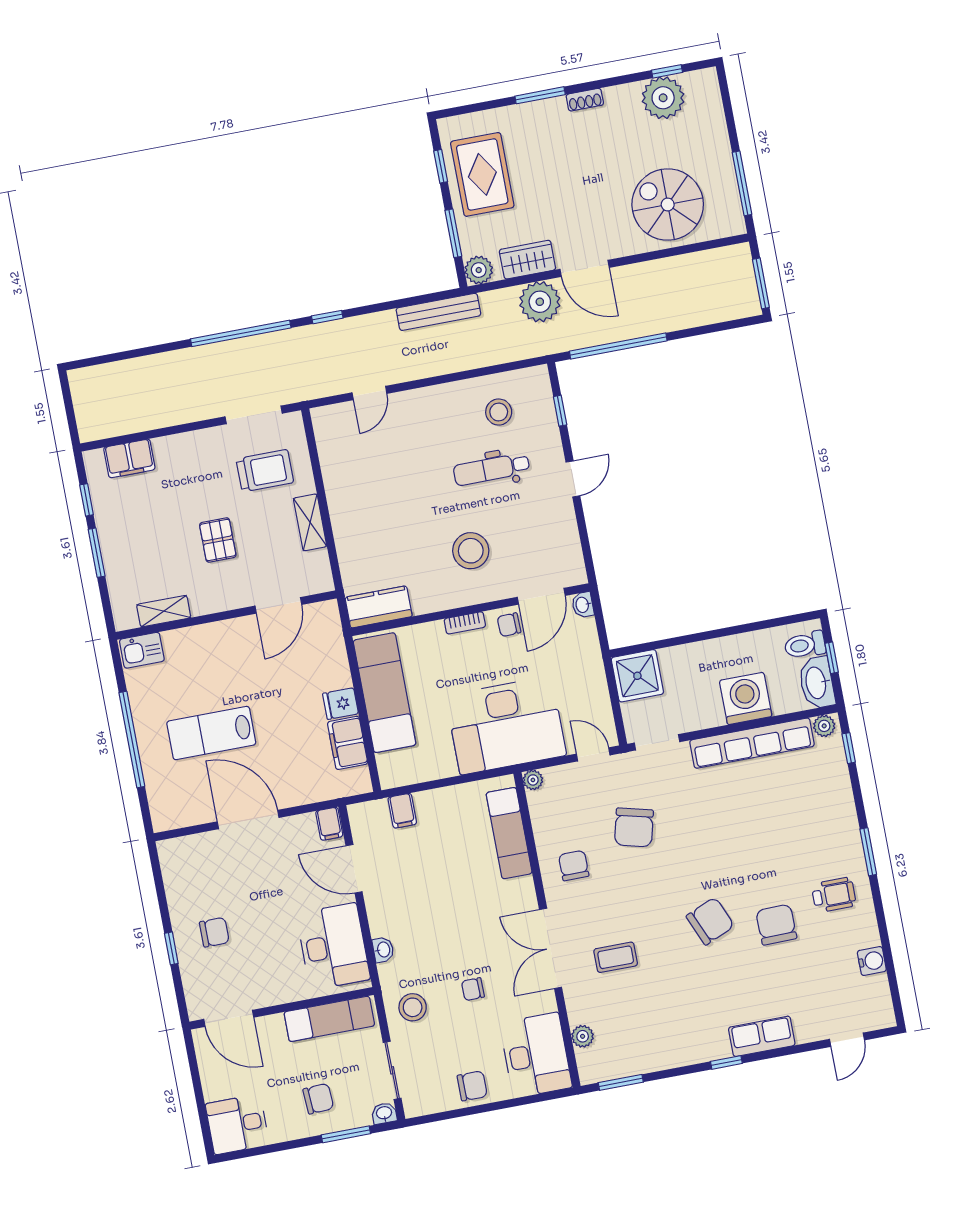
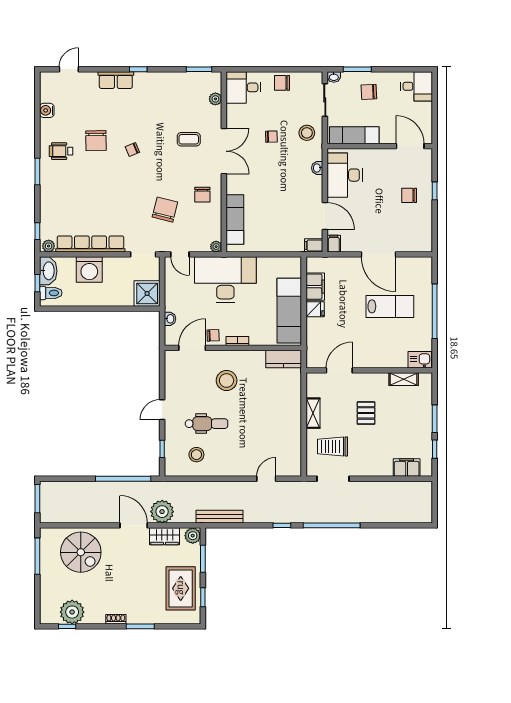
washbasin: (583, 605) -> (170, 319), moved
filing cabinet: (402, 811) -> (314, 245), moved, turned -90
chair: (710, 921) -> (132, 150), width x0.54, depth x0.54
desk: (536, 1055) -> (243, 87), width x0.73

